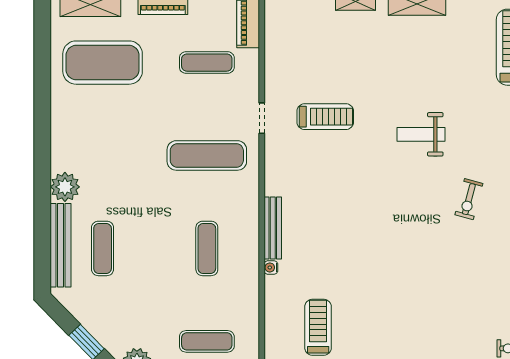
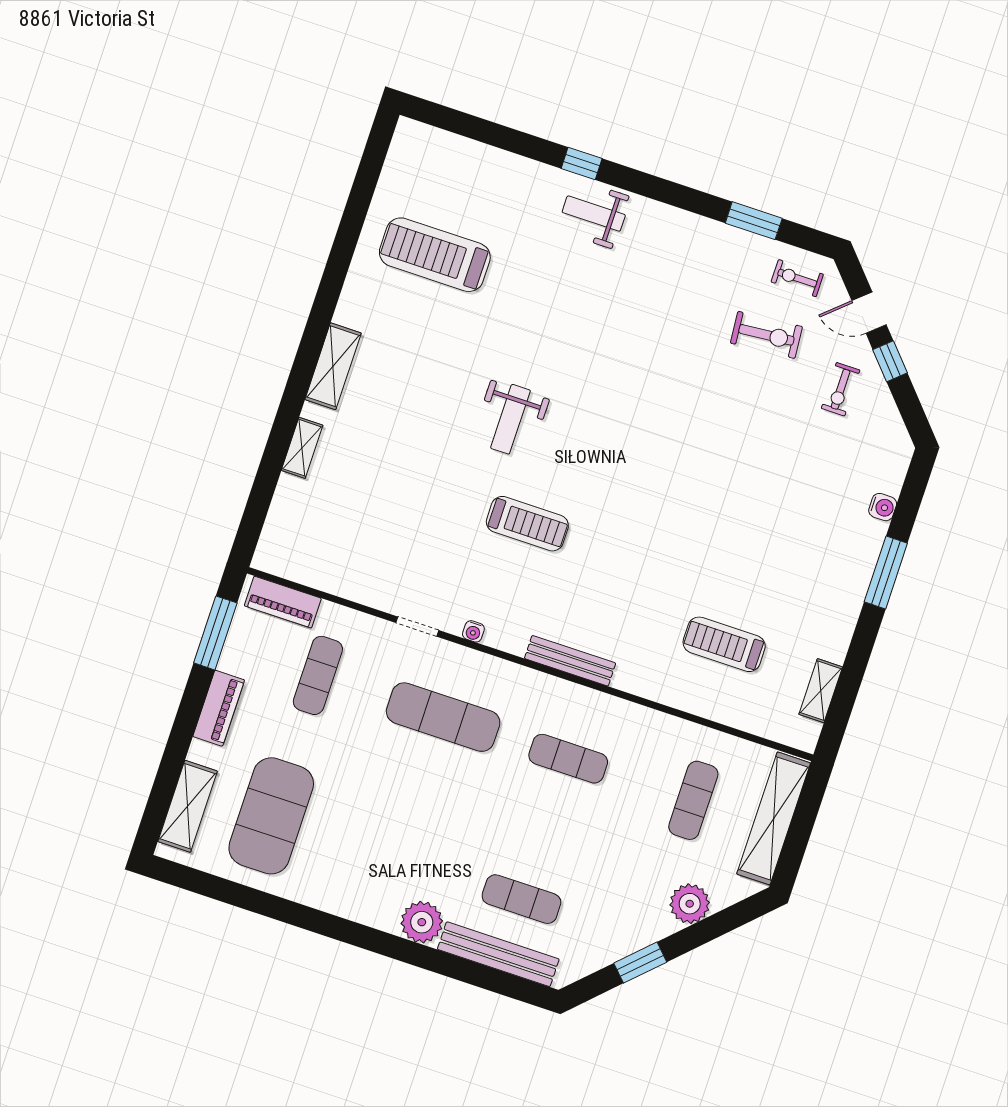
treadmill: (325, 117) -> (527, 524), moved, turned 90
exercise mat: (207, 155) -> (443, 717), turned 90
exercise bike: (469, 199) -> (619, 384), removed
water cooler: (271, 267) -> (473, 631), moved

